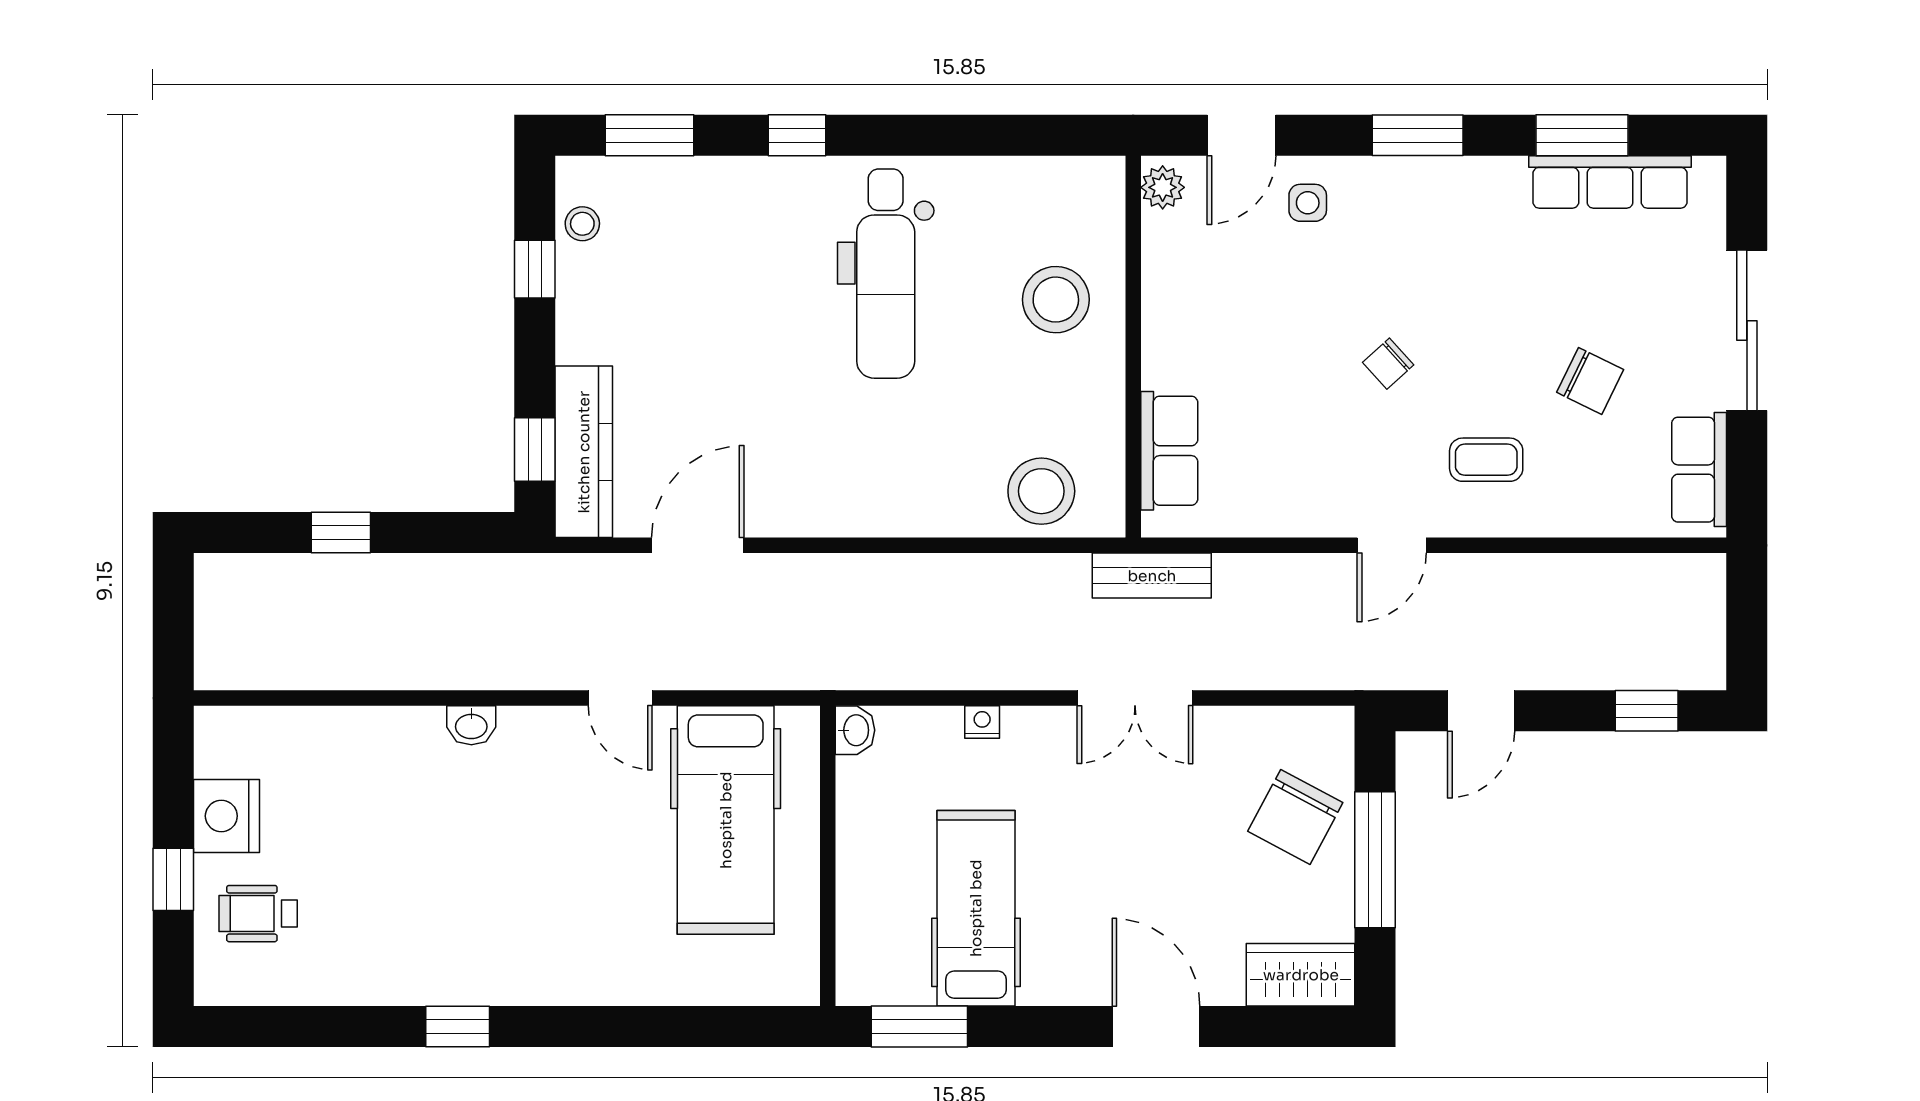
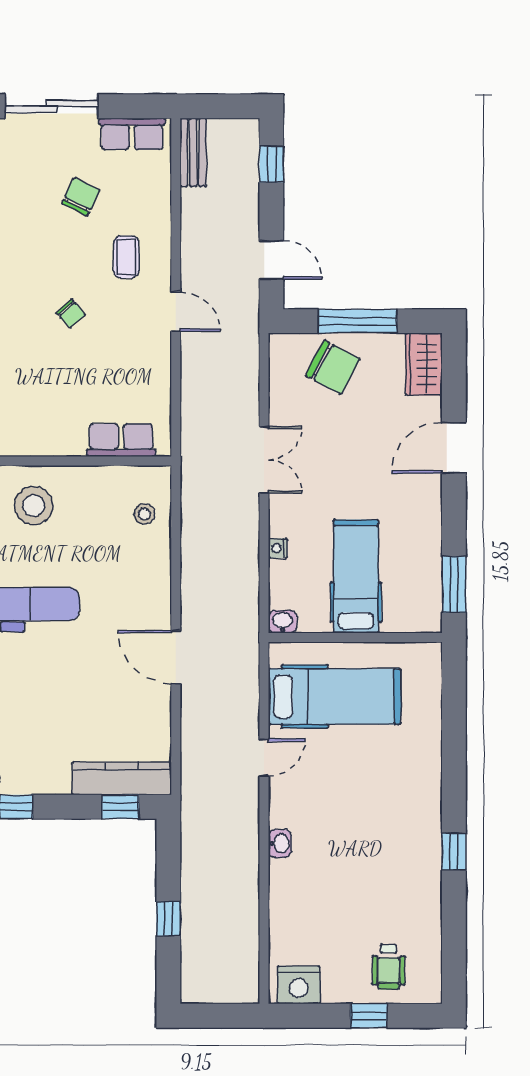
stool: (1041, 491) -> (144, 514), width x0.53, depth x0.53
door: (698, 545) -> (176, 657), moved
bench: (1152, 576) -> (193, 152), moved
nightstand: (227, 816) -> (299, 985), moved
hospital bed: (976, 908) -> (356, 577), moved, turned 90

